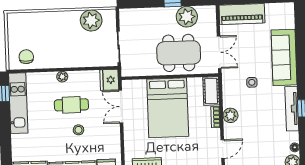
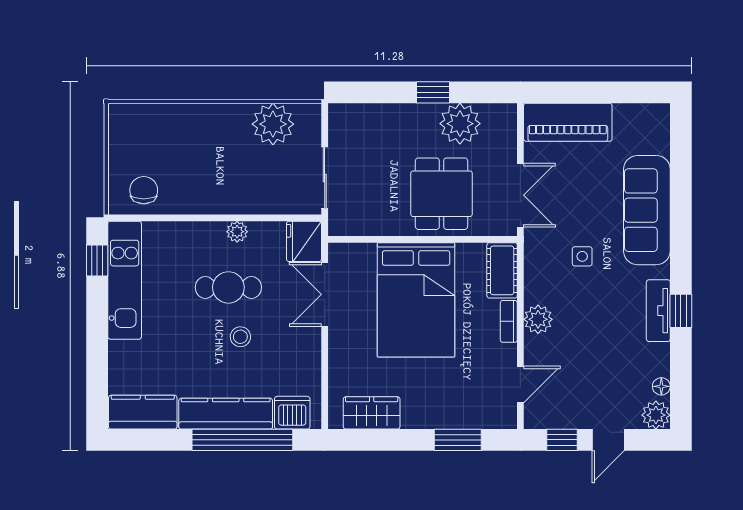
dining table: (179, 53) -> (441, 194), width x0.73
plant: (62, 77) -> (237, 232), moved
tv unit: (292, 109) -> (658, 311), width x0.71

